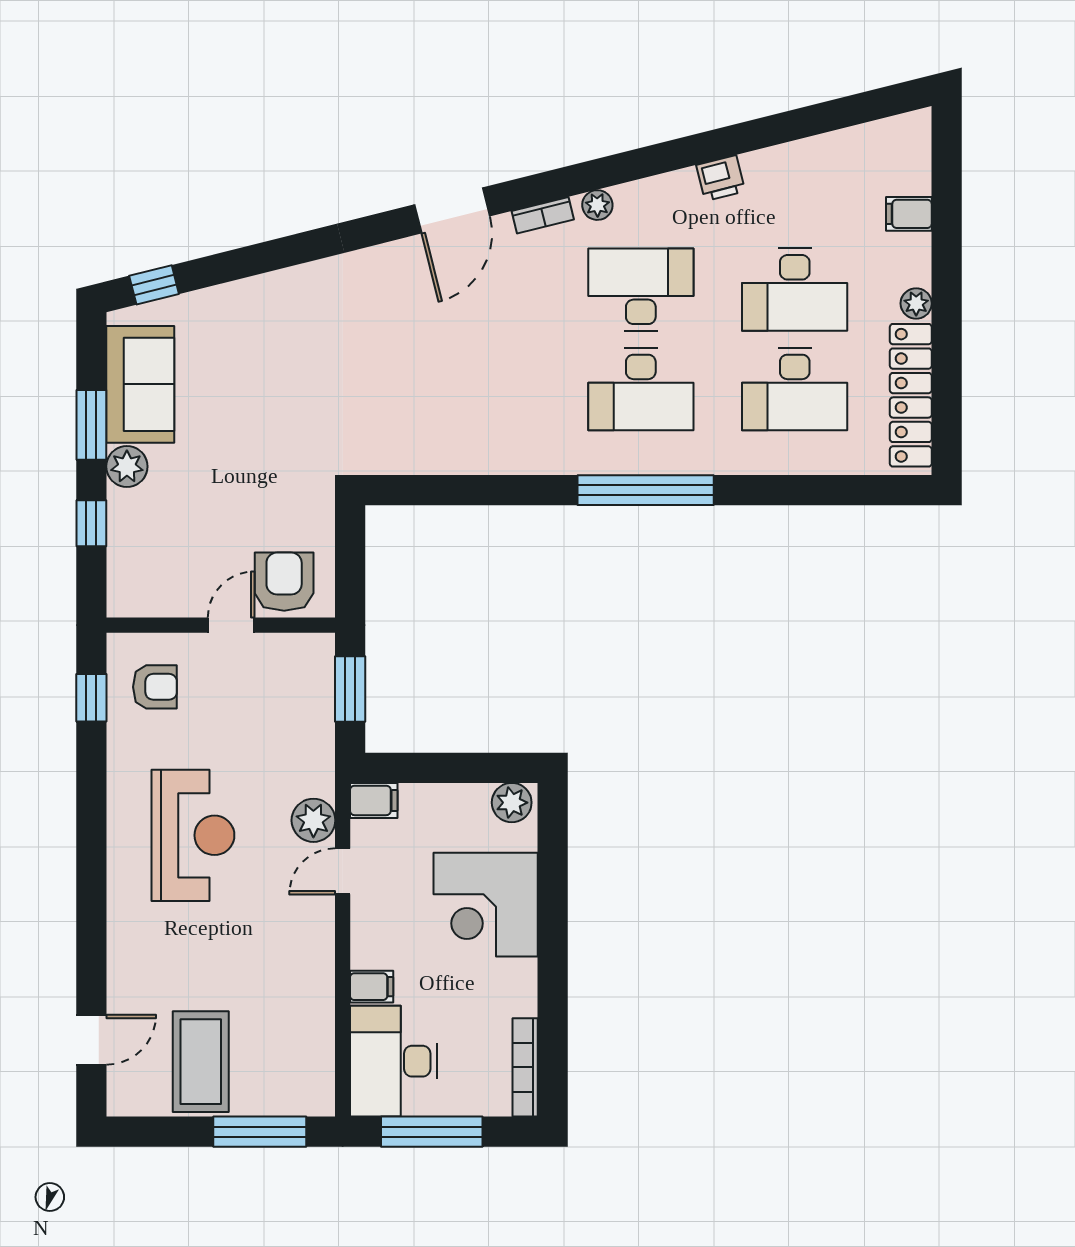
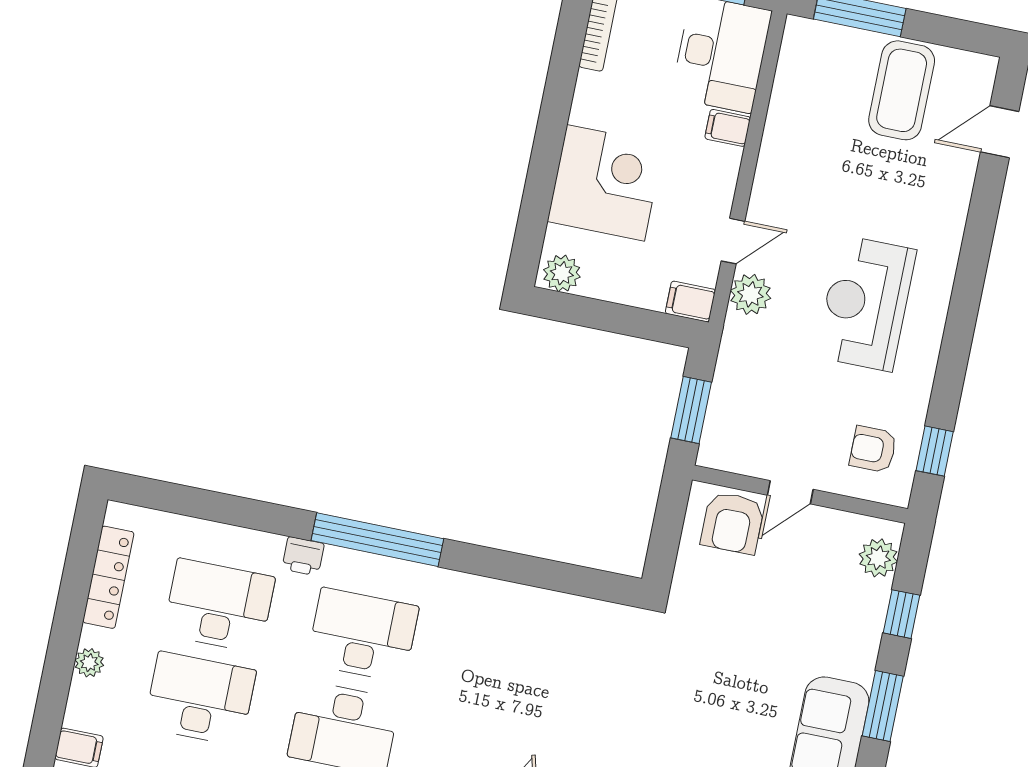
locker: (911, 395) -> (108, 577), width x0.71, depth x0.83
printer: (719, 458) -> (303, 556), added
plant: (127, 466) -> (878, 558), moved

